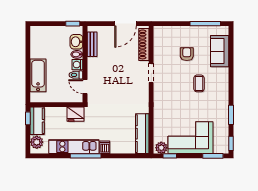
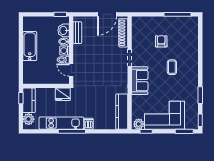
sofa: (220, 51) -> (140, 81), moved, turned 180
bathtub: (38, 75) -> (30, 46), moved

